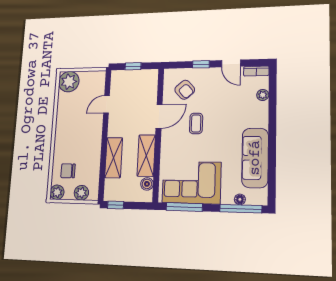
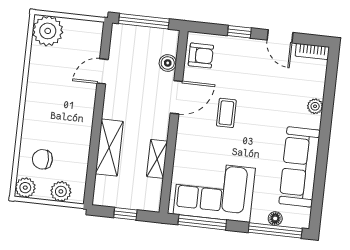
window: (133, 66) -> (144, 21), width x2.17
armchair: (185, 90) -> (201, 55), moved, turned -48
plant: (263, 95) -> (315, 106), moved
shelving: (146, 155) -> (157, 159), width x0.67, depth x0.75
boiler: (147, 184) -> (168, 63), moved
window: (116, 205) -> (125, 214), moved

